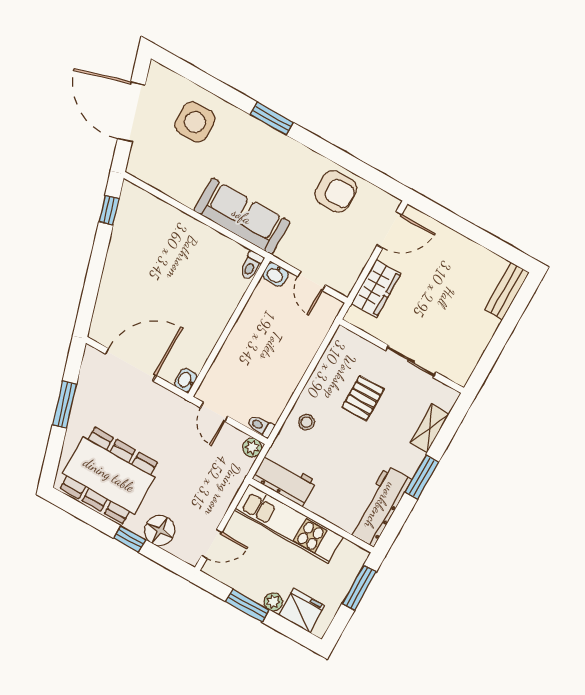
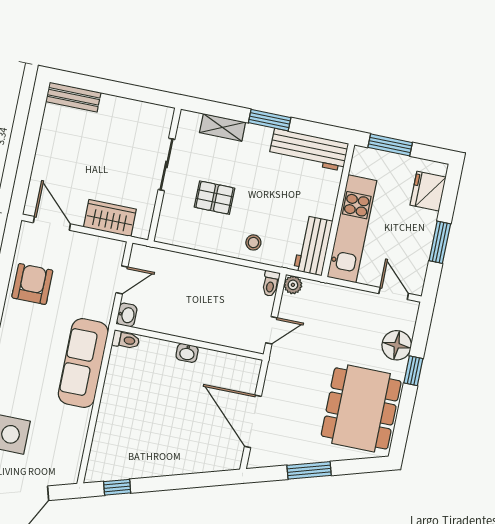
washbasin: (186, 380) -> (187, 353), moved
plant: (273, 602) -> (429, 220), removed

